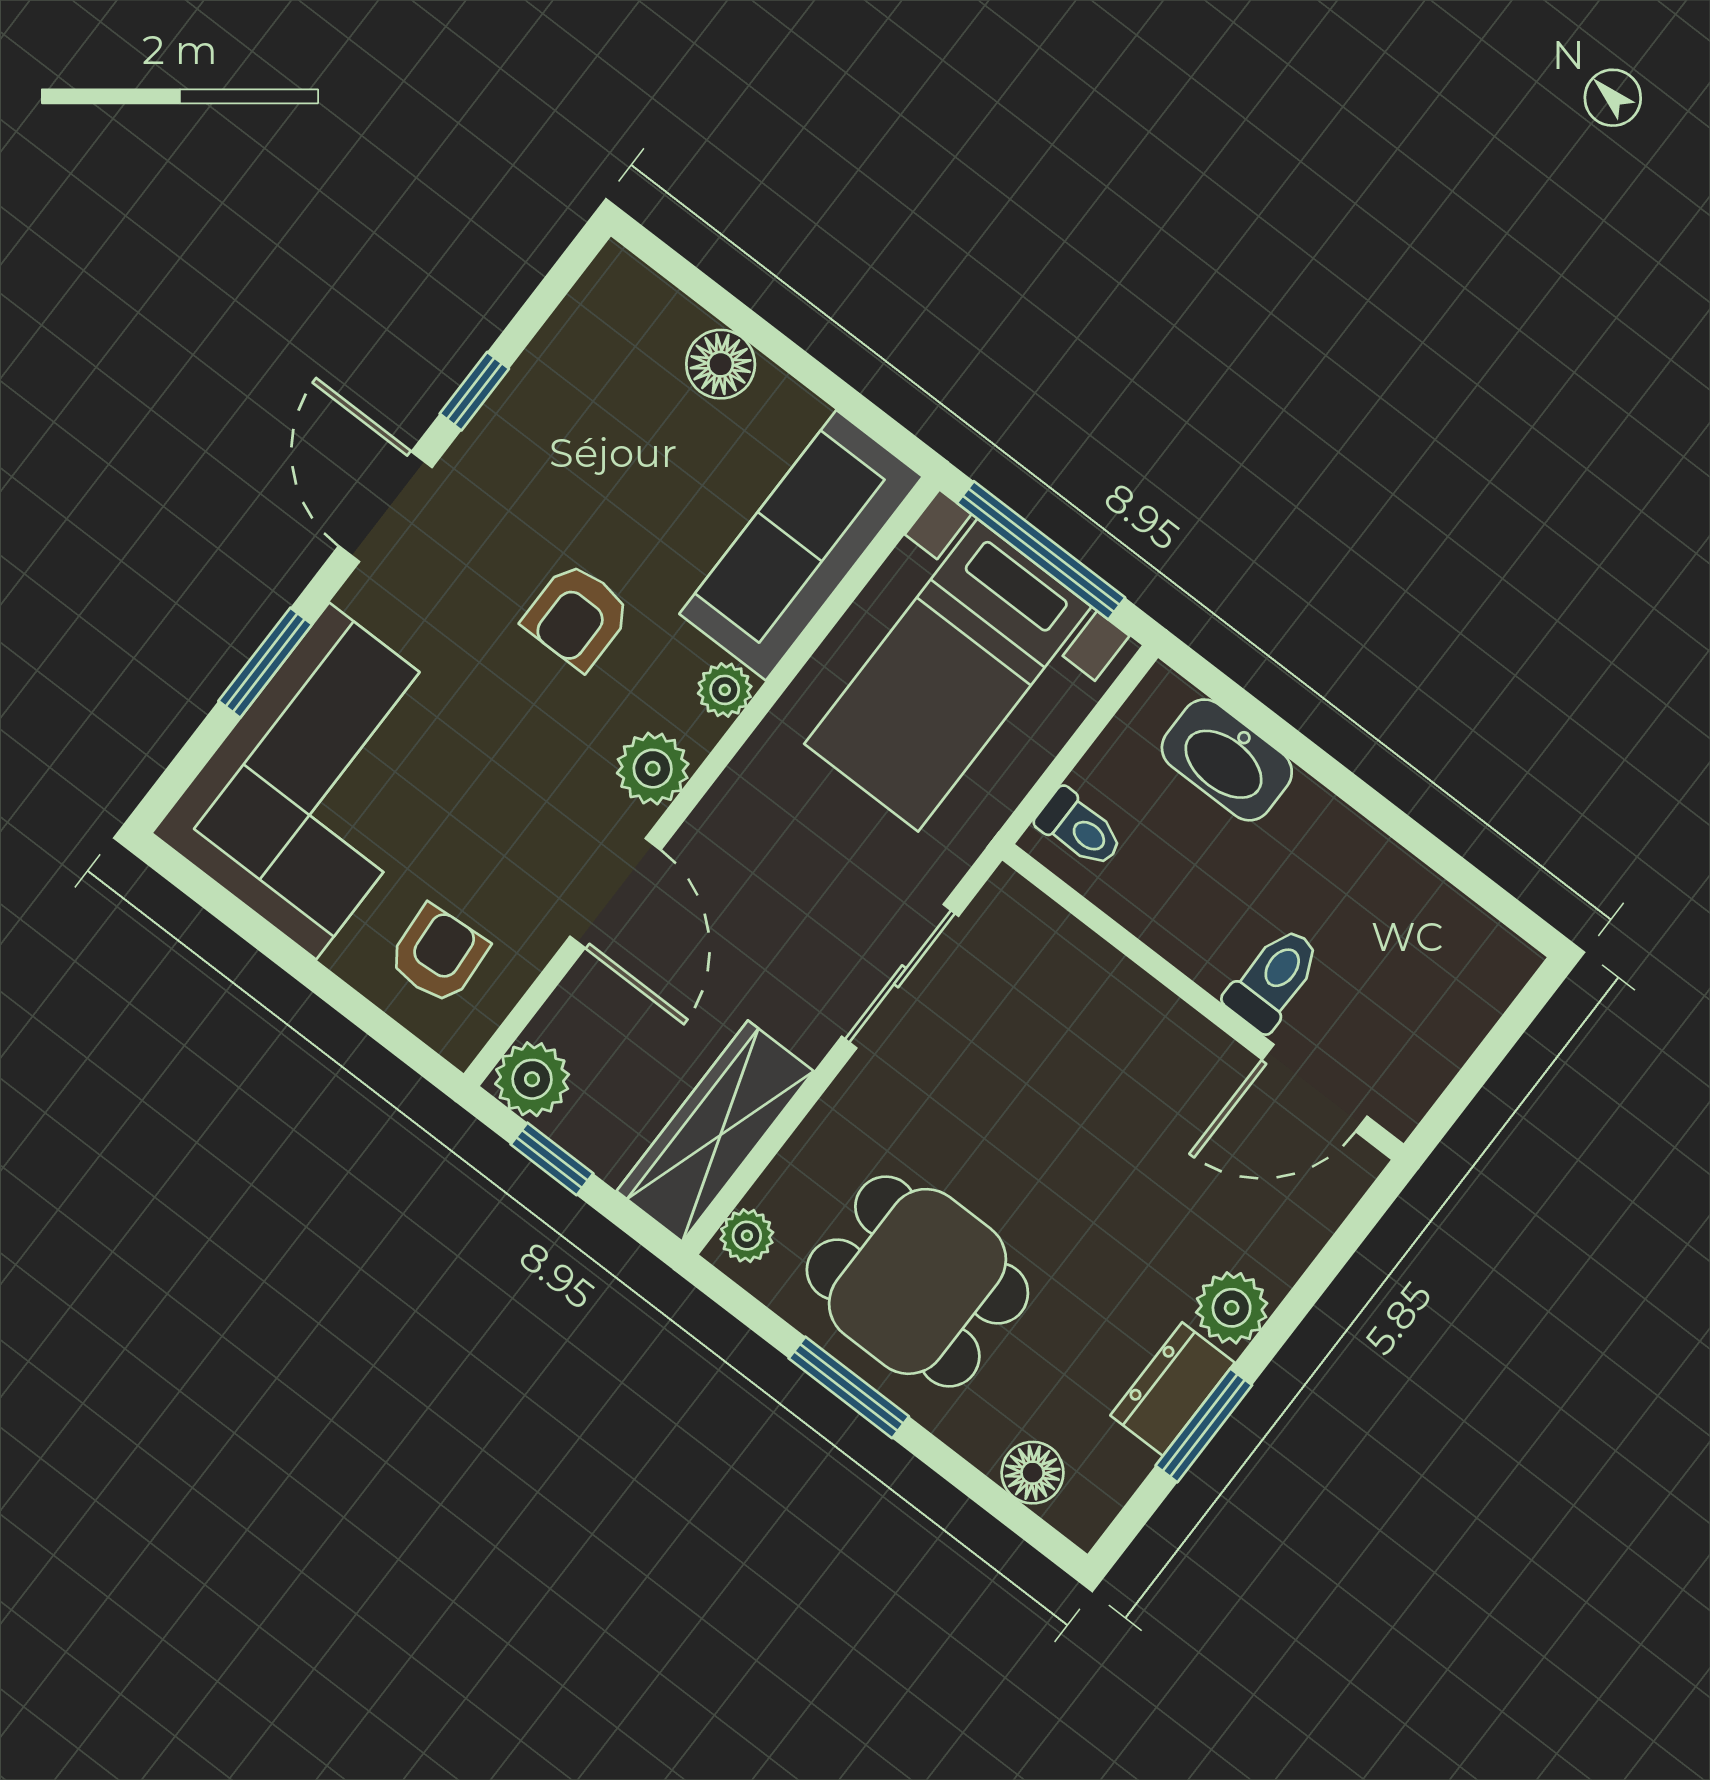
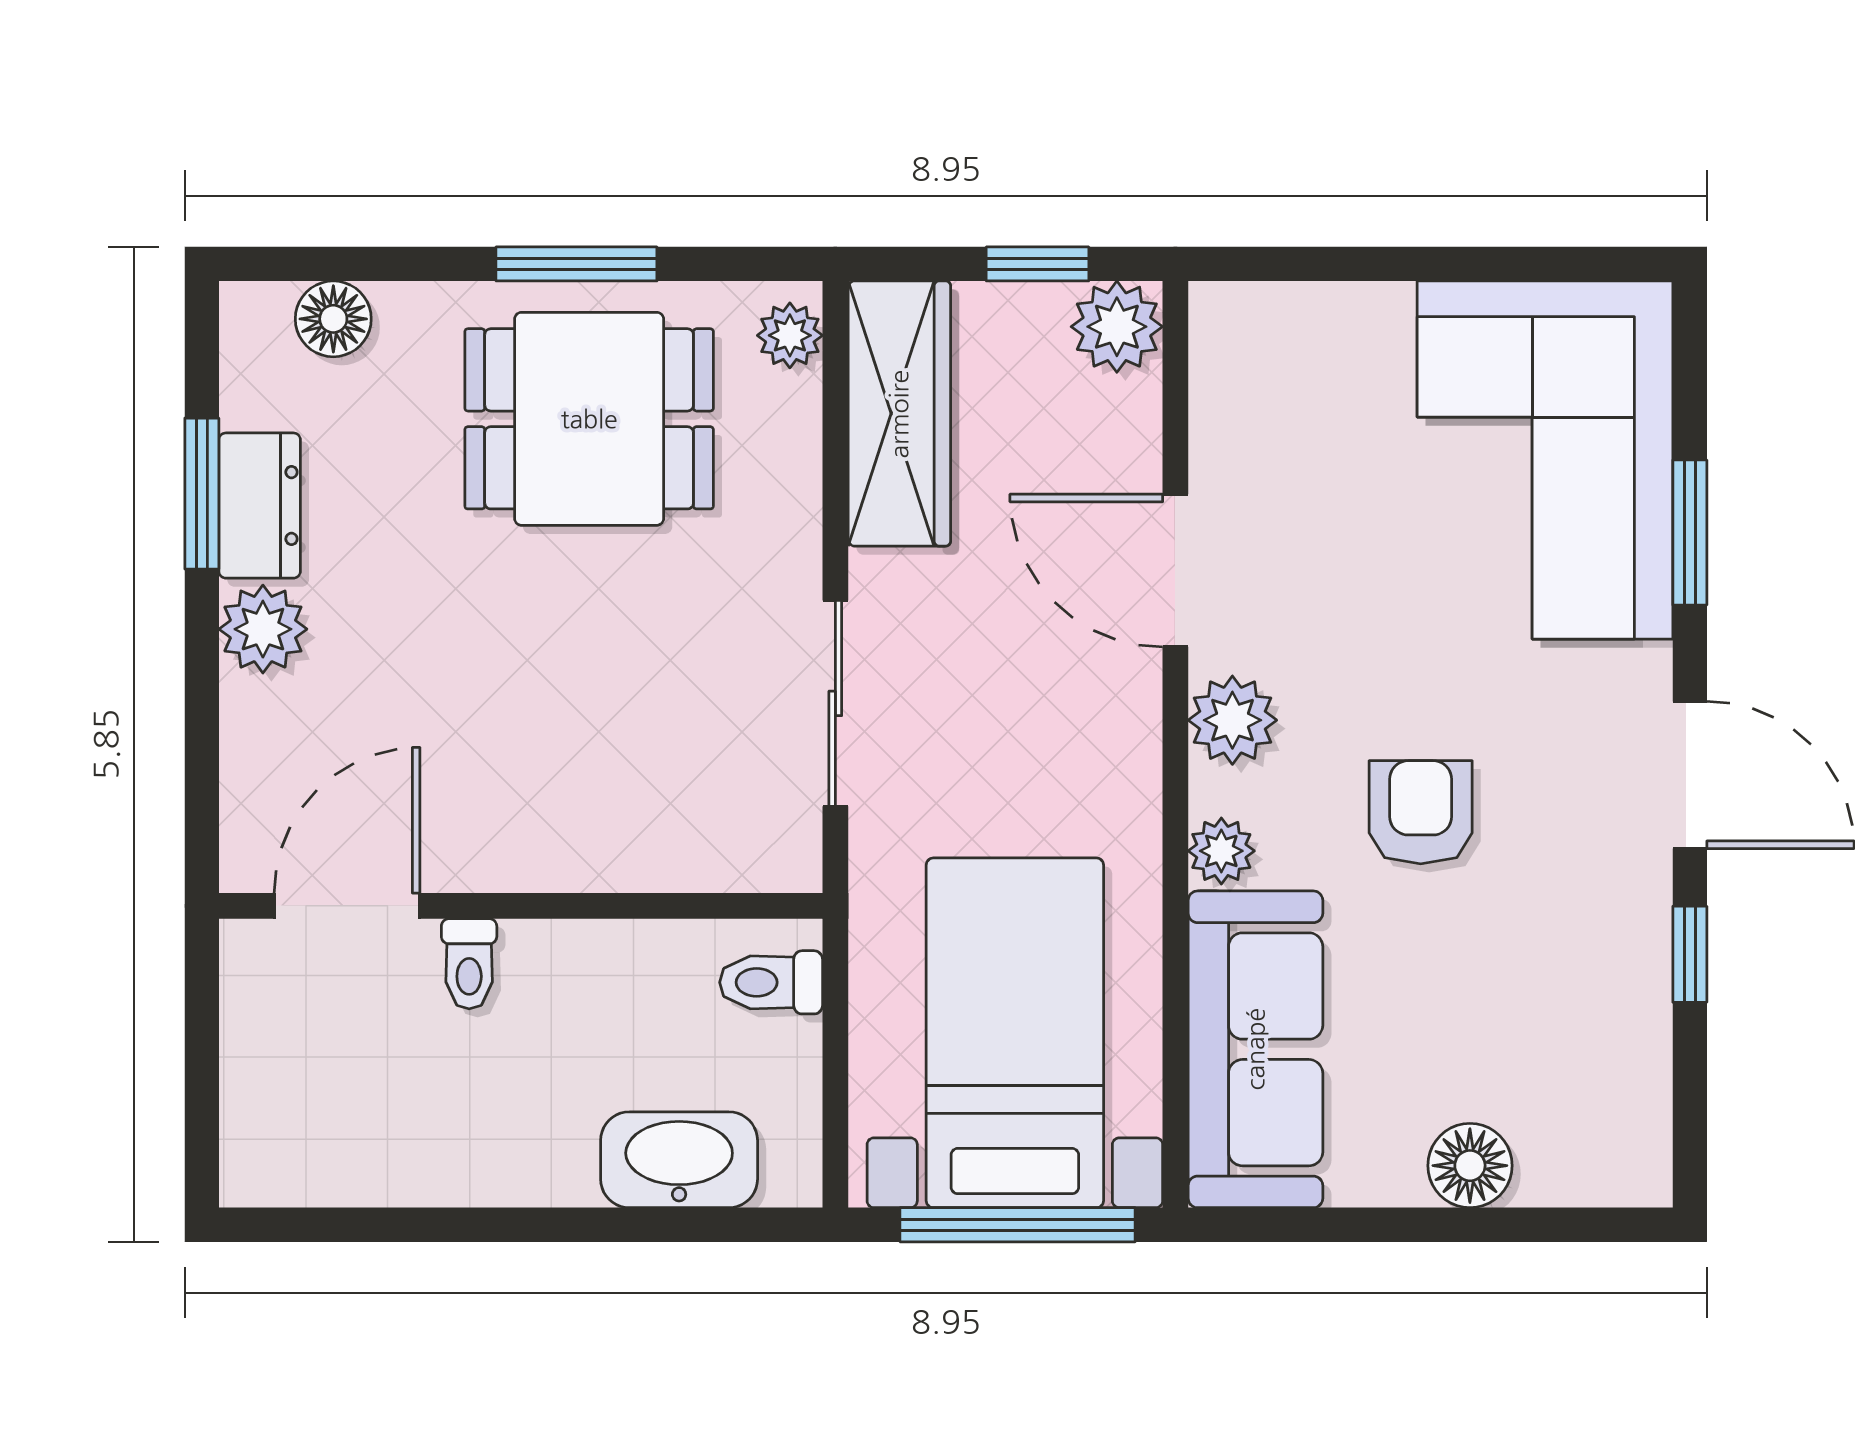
armchair: (438, 955) -> (1302, 378), removed
toilet: (1273, 979) -> (469, 964), width x0.73, depth x0.72

